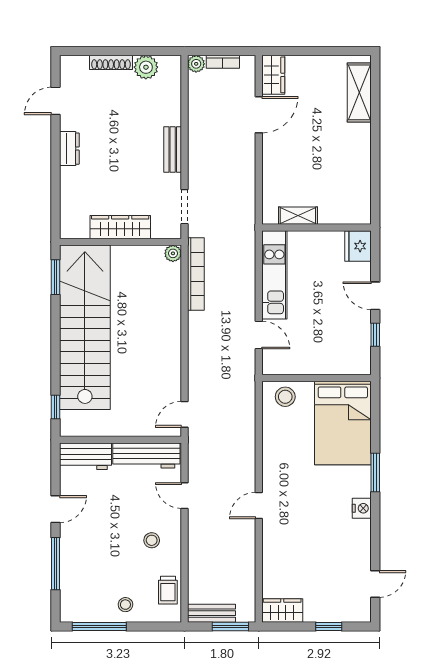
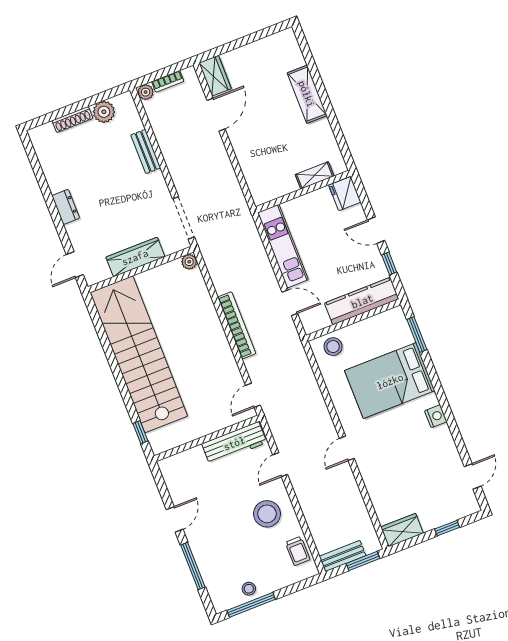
shelving: (359, 92) -> (307, 94), moved
door: (56, 101) -> (75, 265), moved
bench: (173, 150) -> (146, 151), moved
doorway: (184, 207) -> (183, 218), width x1.38
shelving: (298, 216) -> (315, 175), moved
bookcase: (196, 274) -> (237, 325), moved
window: (56, 277) -> (97, 321), removed
kitchen counter: (332, 362) -> (362, 301), added
bed: (343, 423) -> (390, 381), moved, turned 90
workbench: (86, 456) -> (182, 464), removed
window: (375, 472) -> (417, 334), moved
door: (184, 496) -> (280, 465), hinge flipped
stool: (152, 540) -> (267, 514), width x1.89, depth x1.89
stool: (125, 605) -> (249, 589), moved

